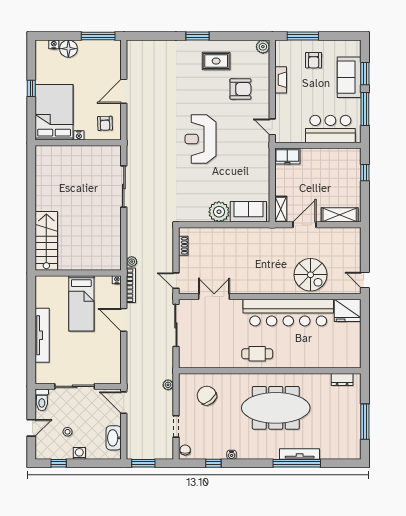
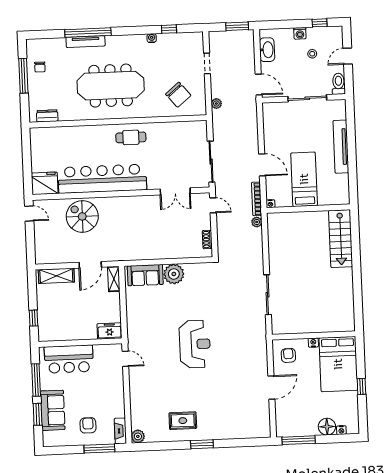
fireplace: (281, 80) -> (120, 431), moved
armchair: (240, 89) -> (158, 394), removed
chair: (185, 450) -> (40, 67), moved

